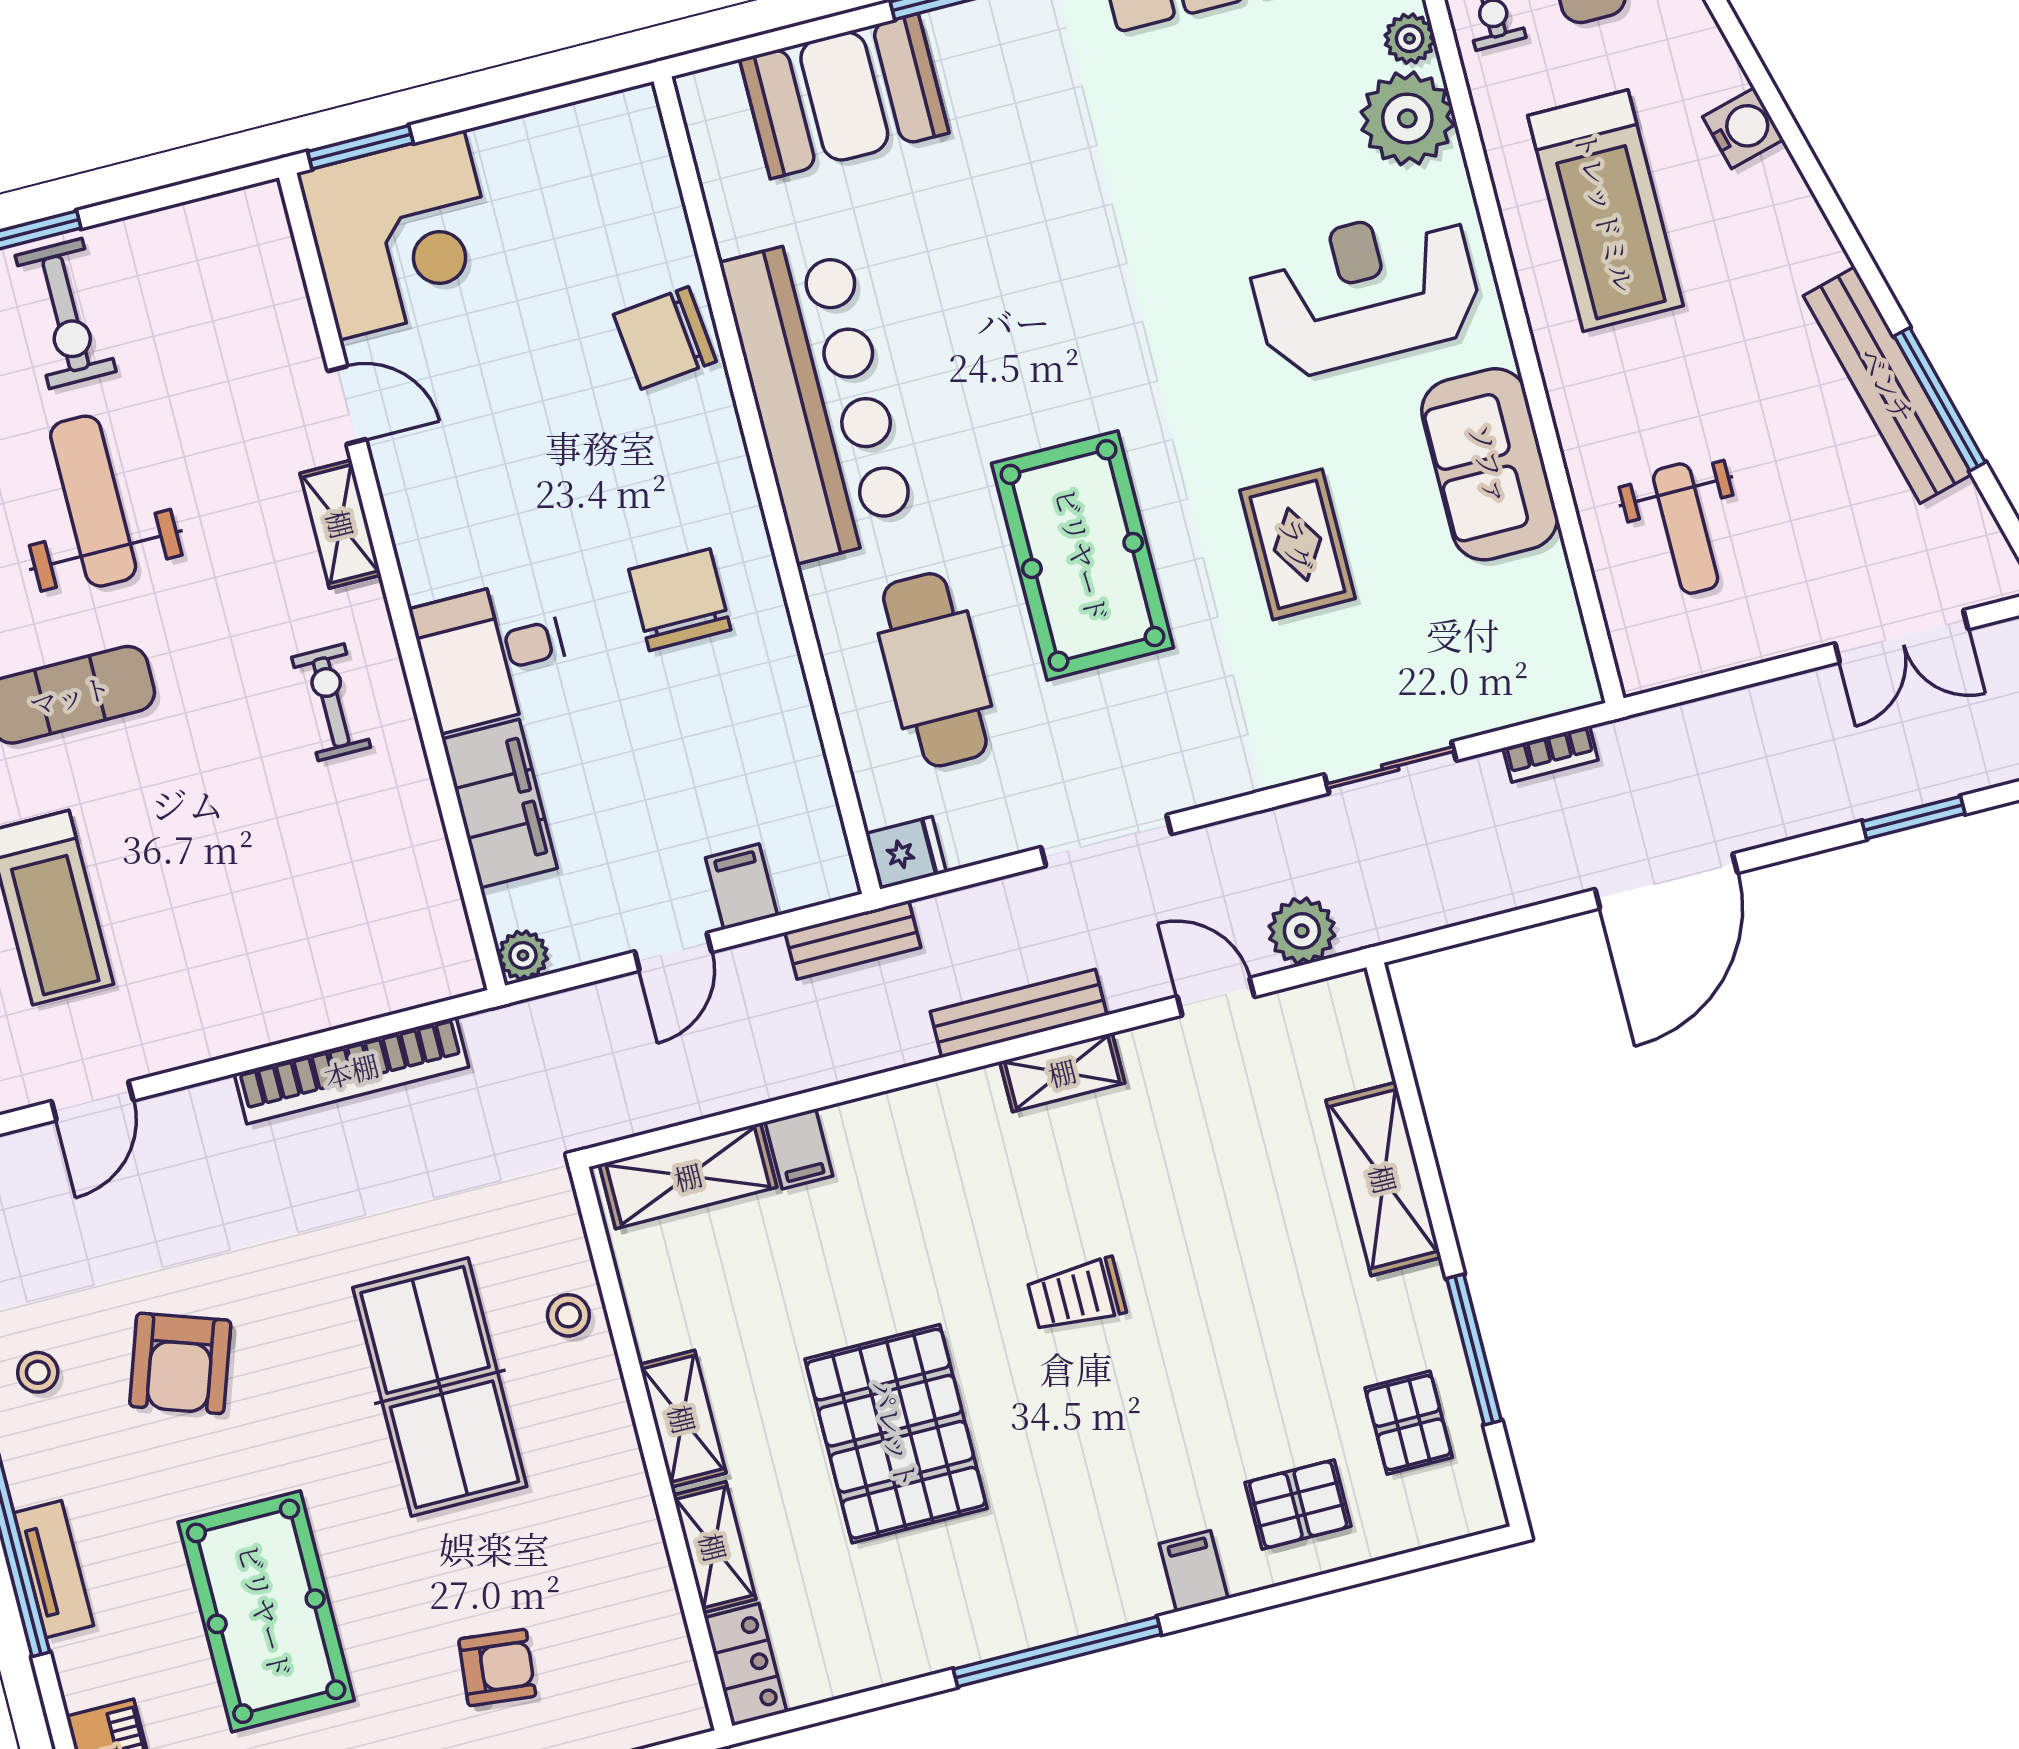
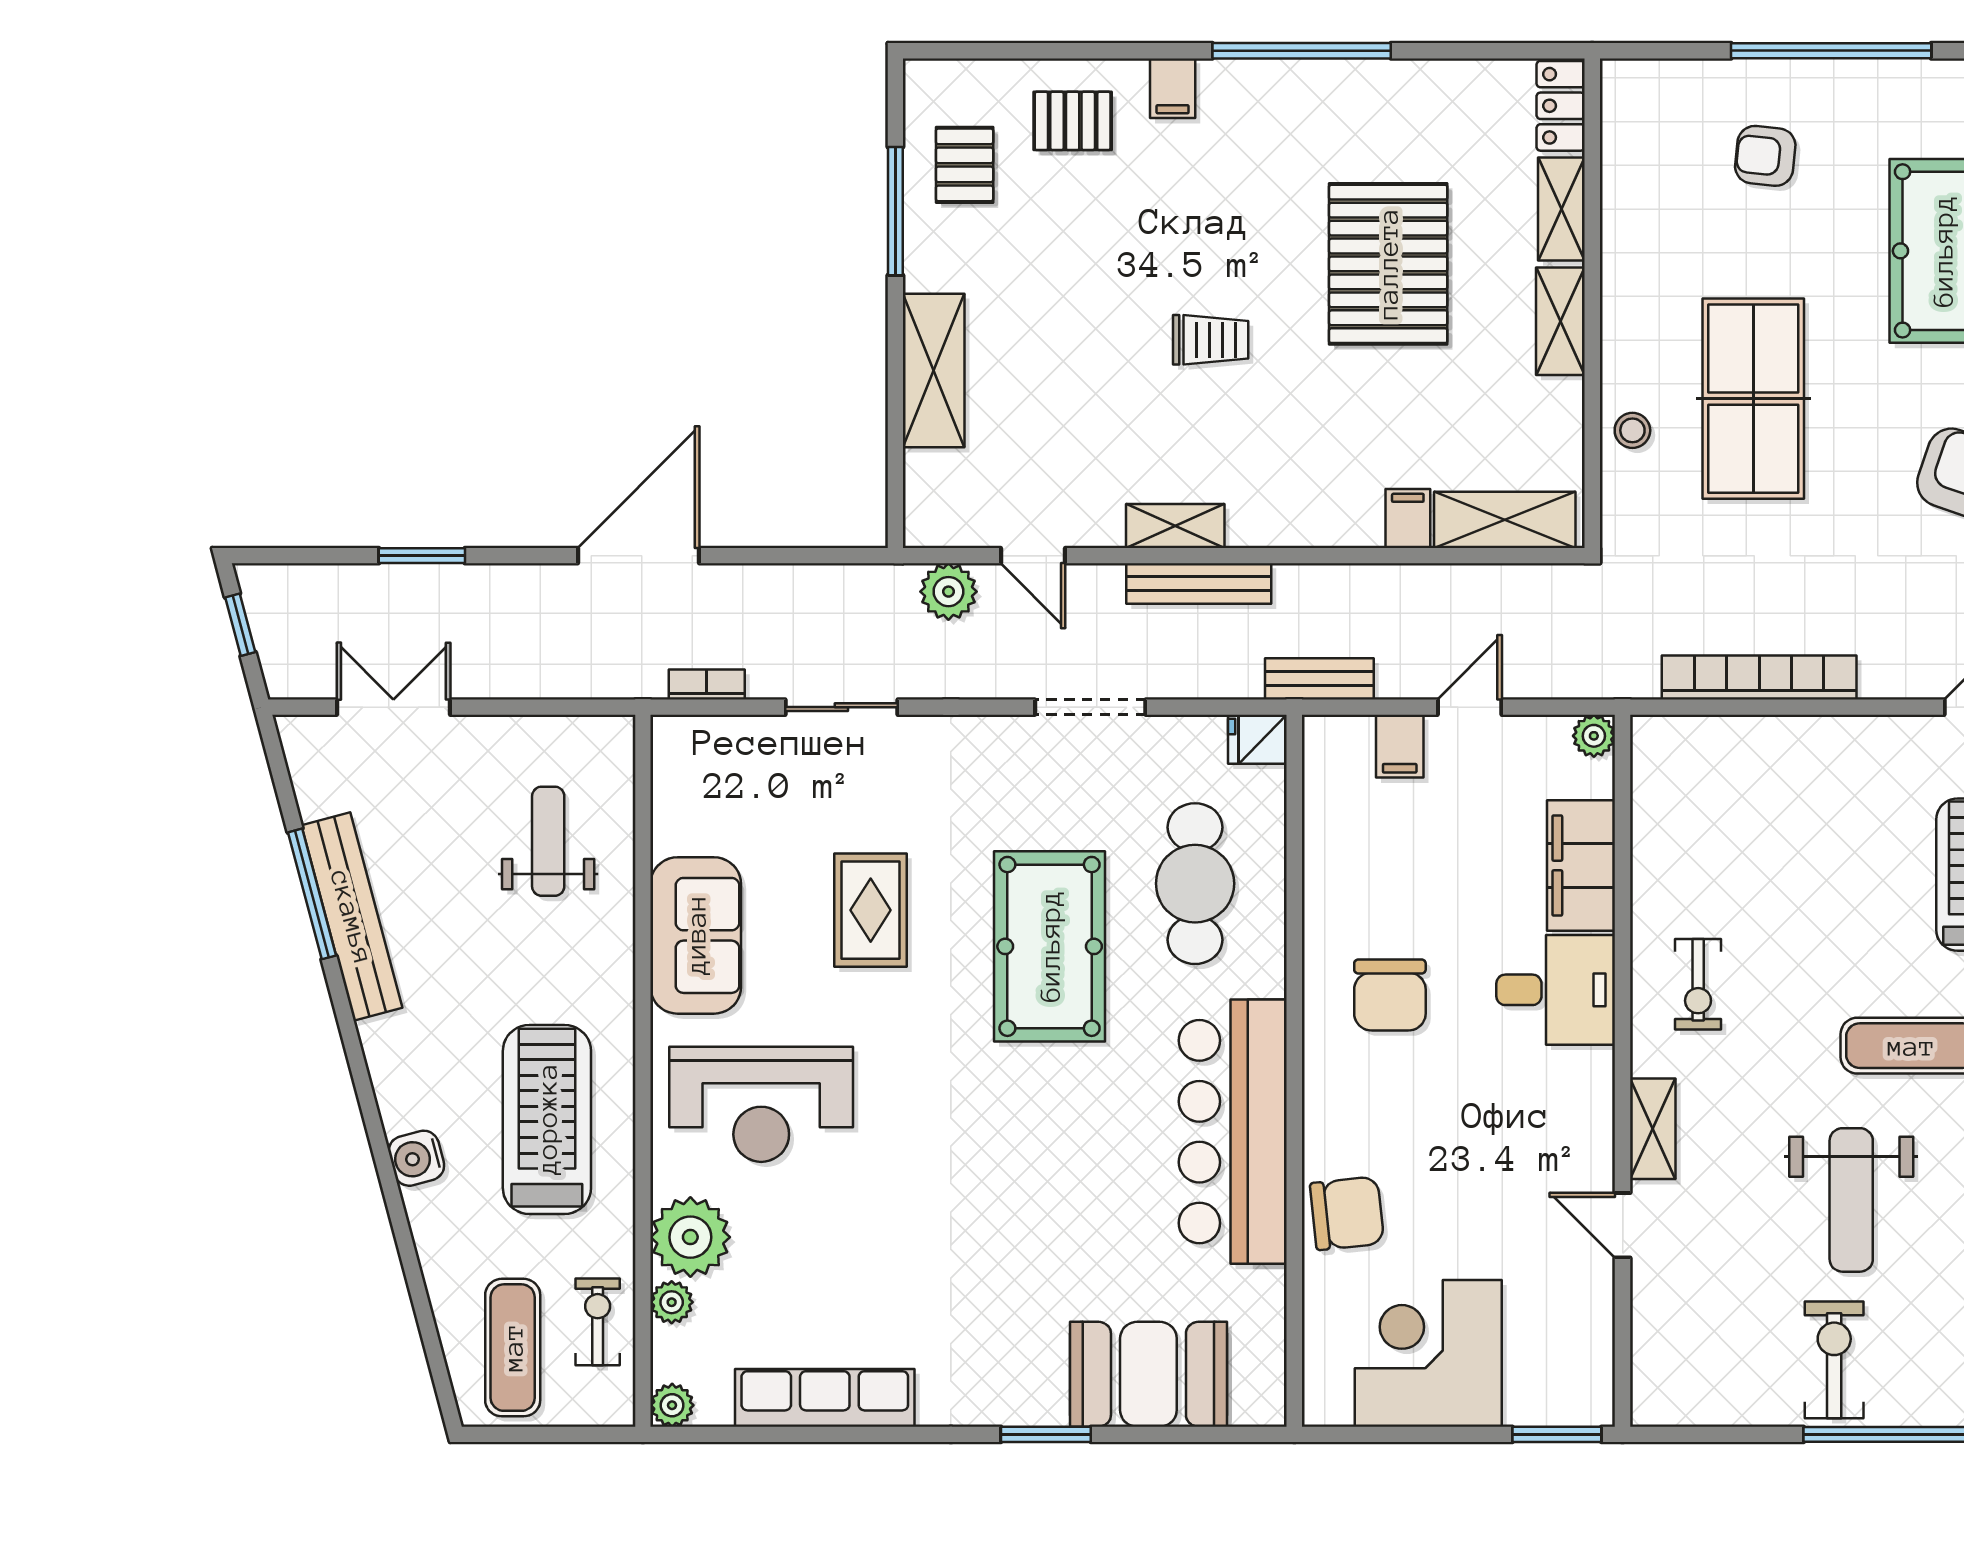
corner desk: (402, 235) -> (1428, 1353), moved

